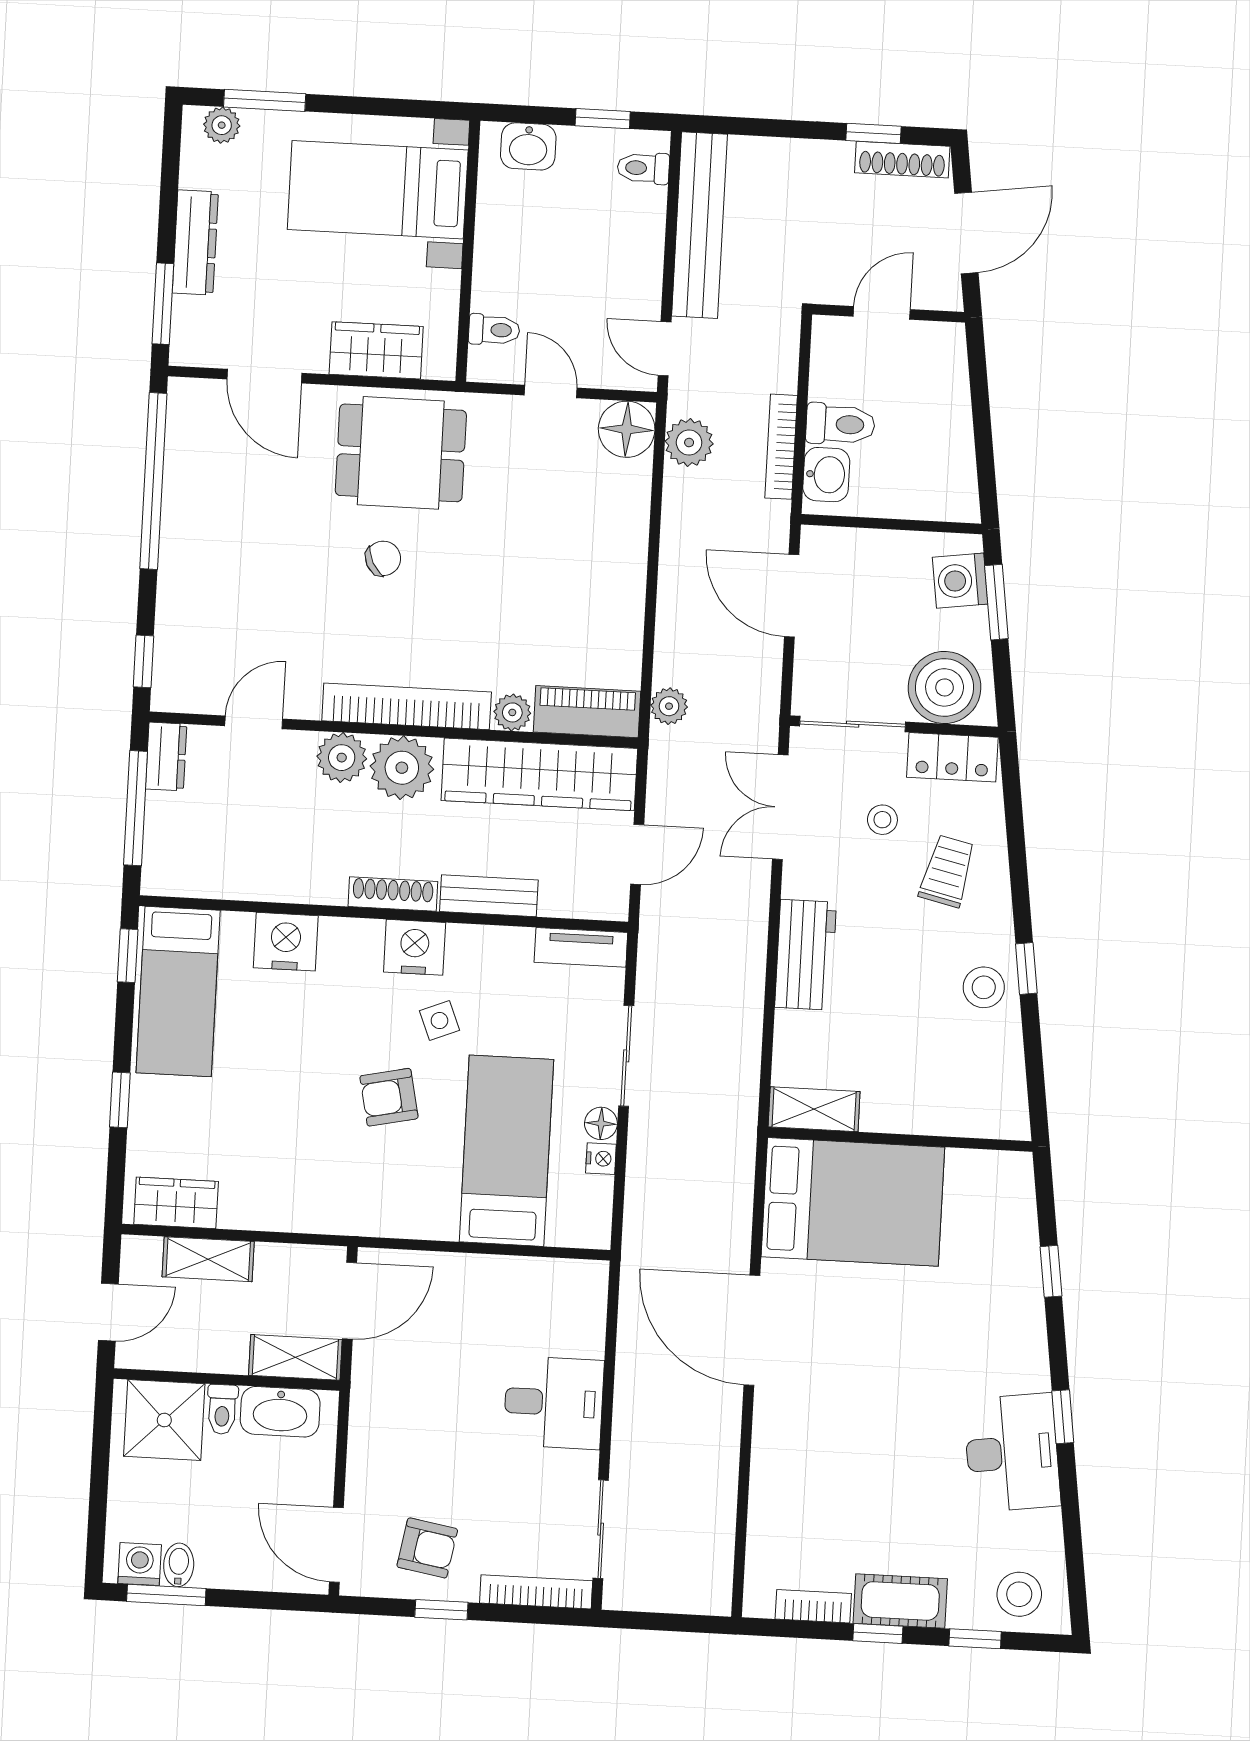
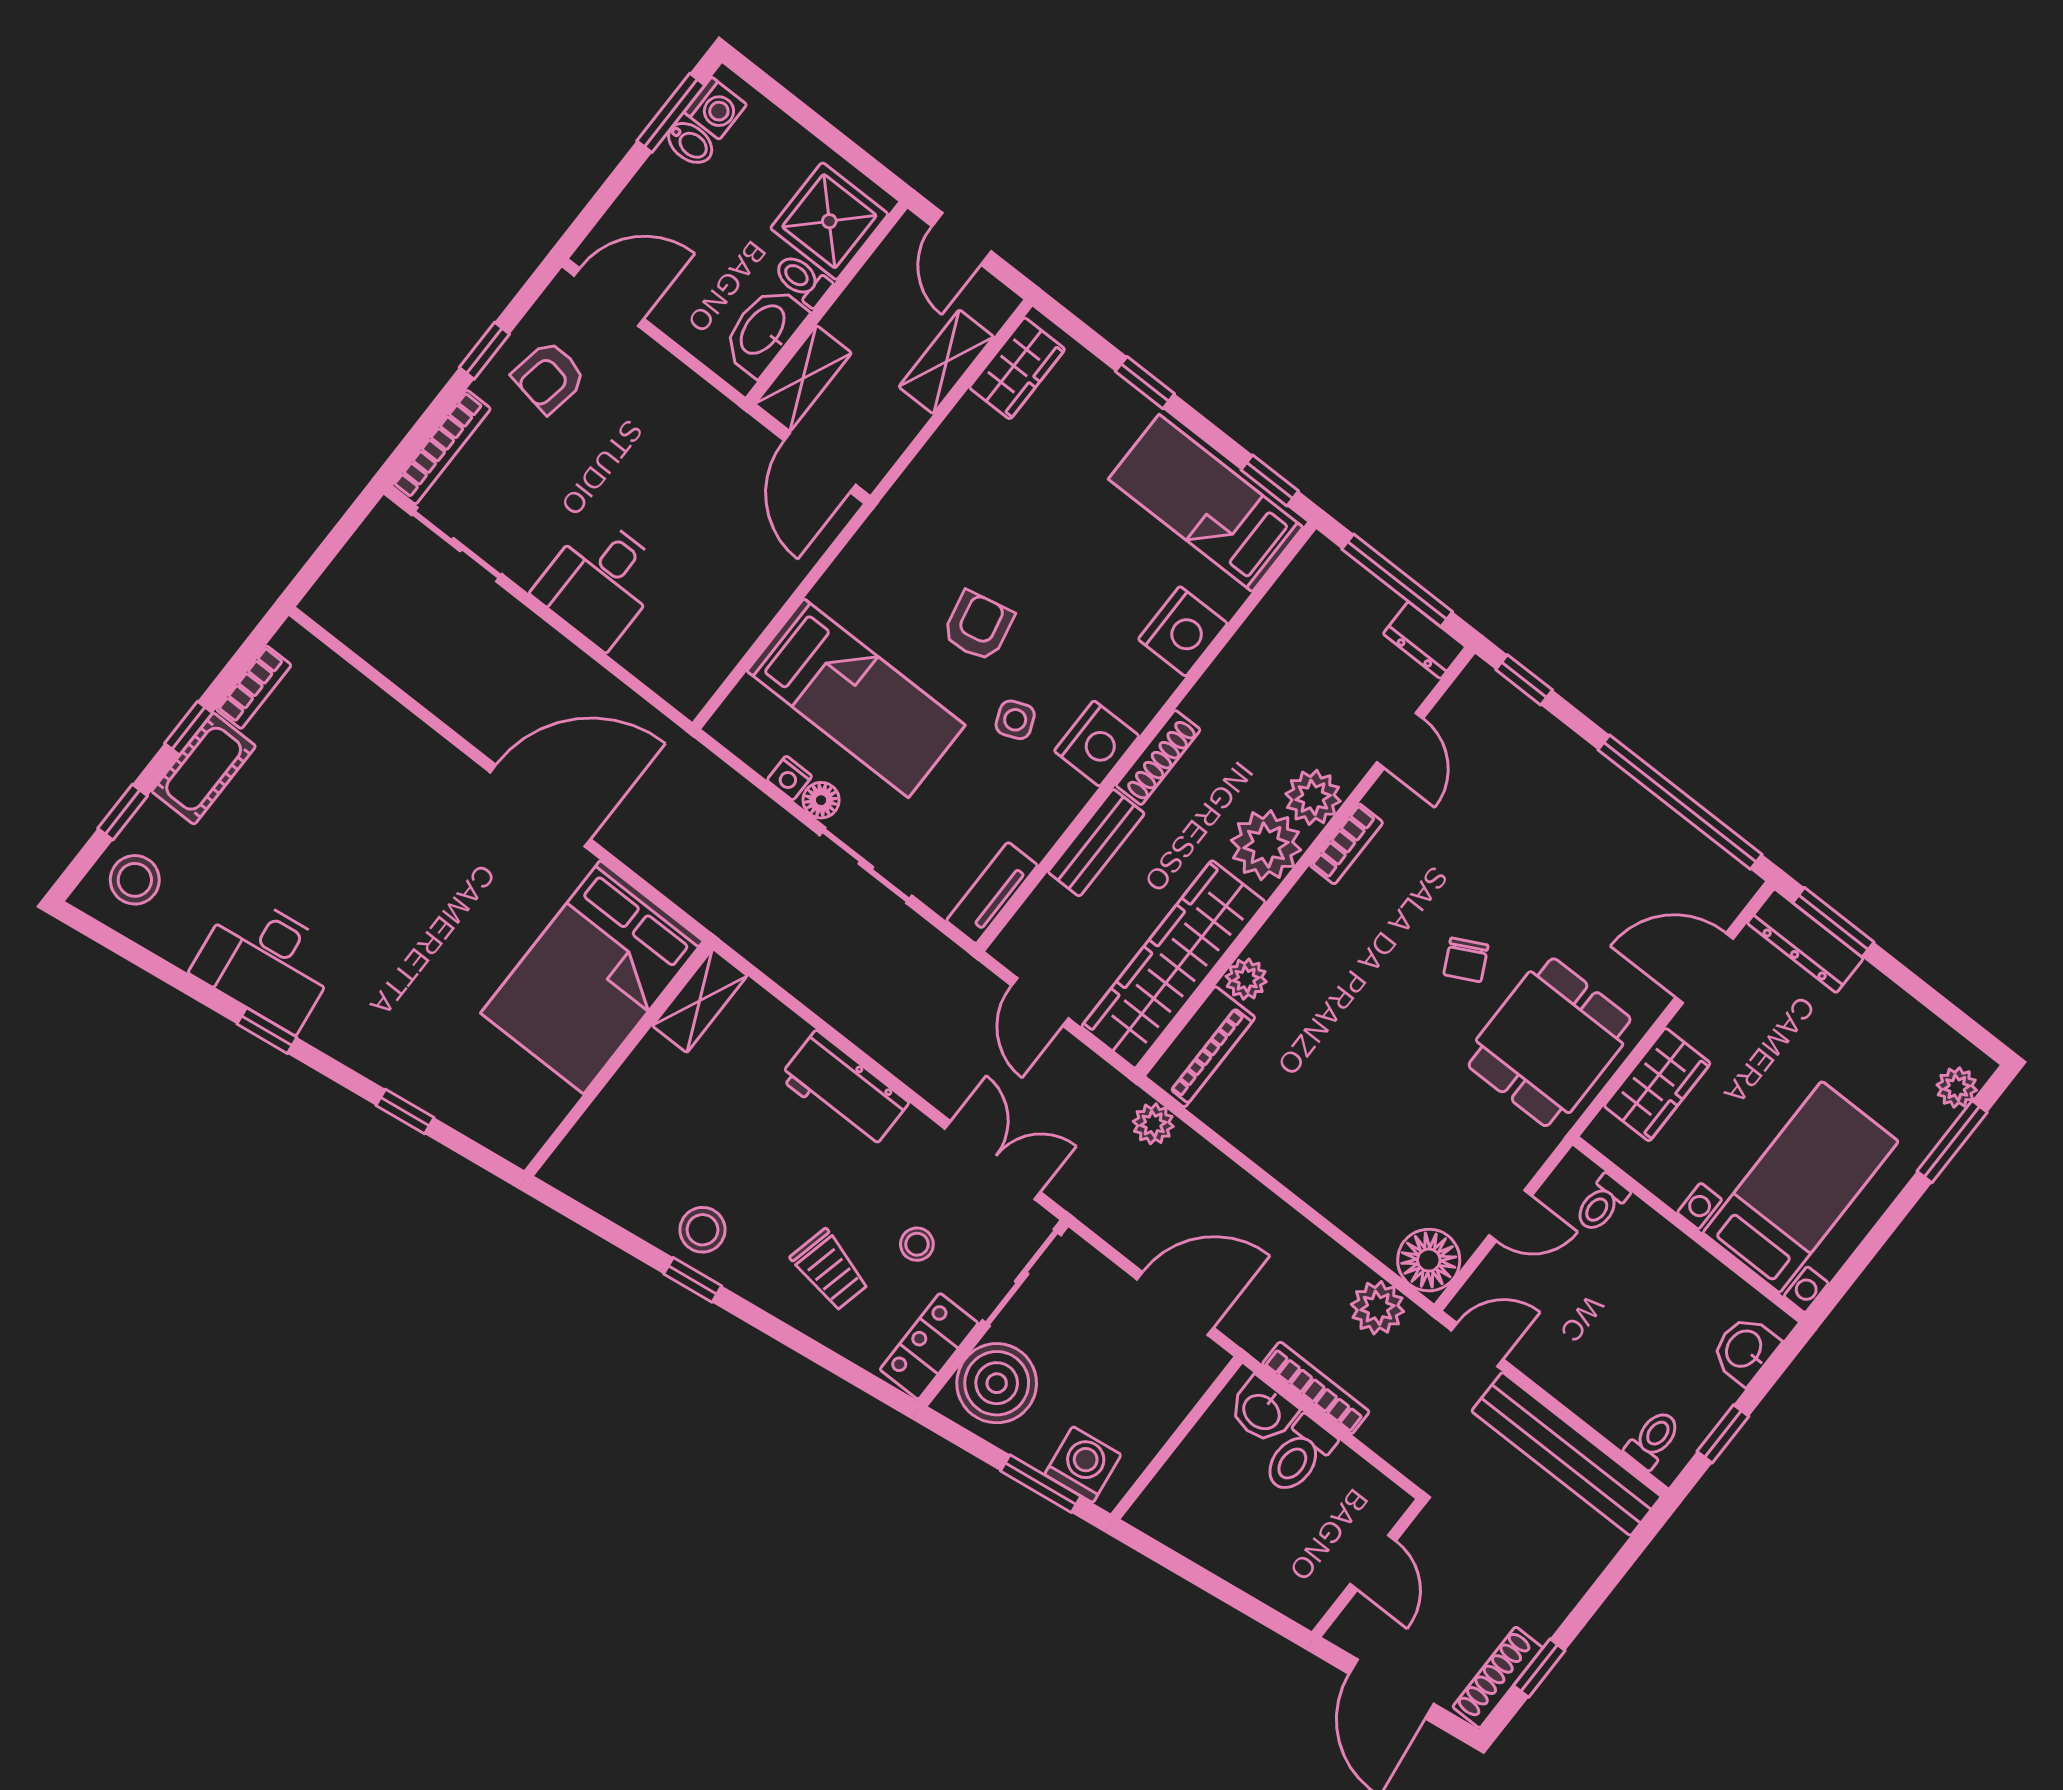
dresser: (195, 242) -> (1805, 941), moved
bookcase: (407, 706) -> (1346, 844), width x0.43, depth x0.76

